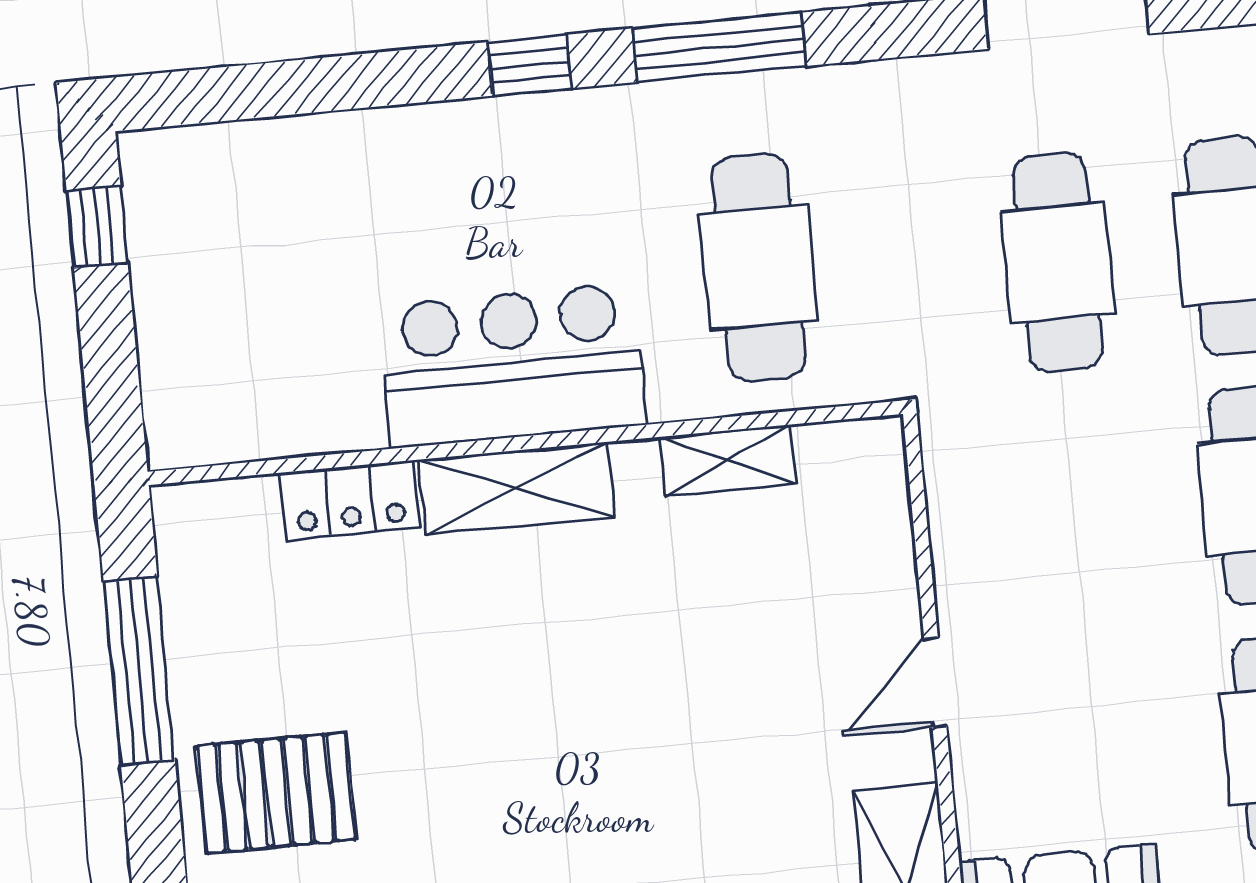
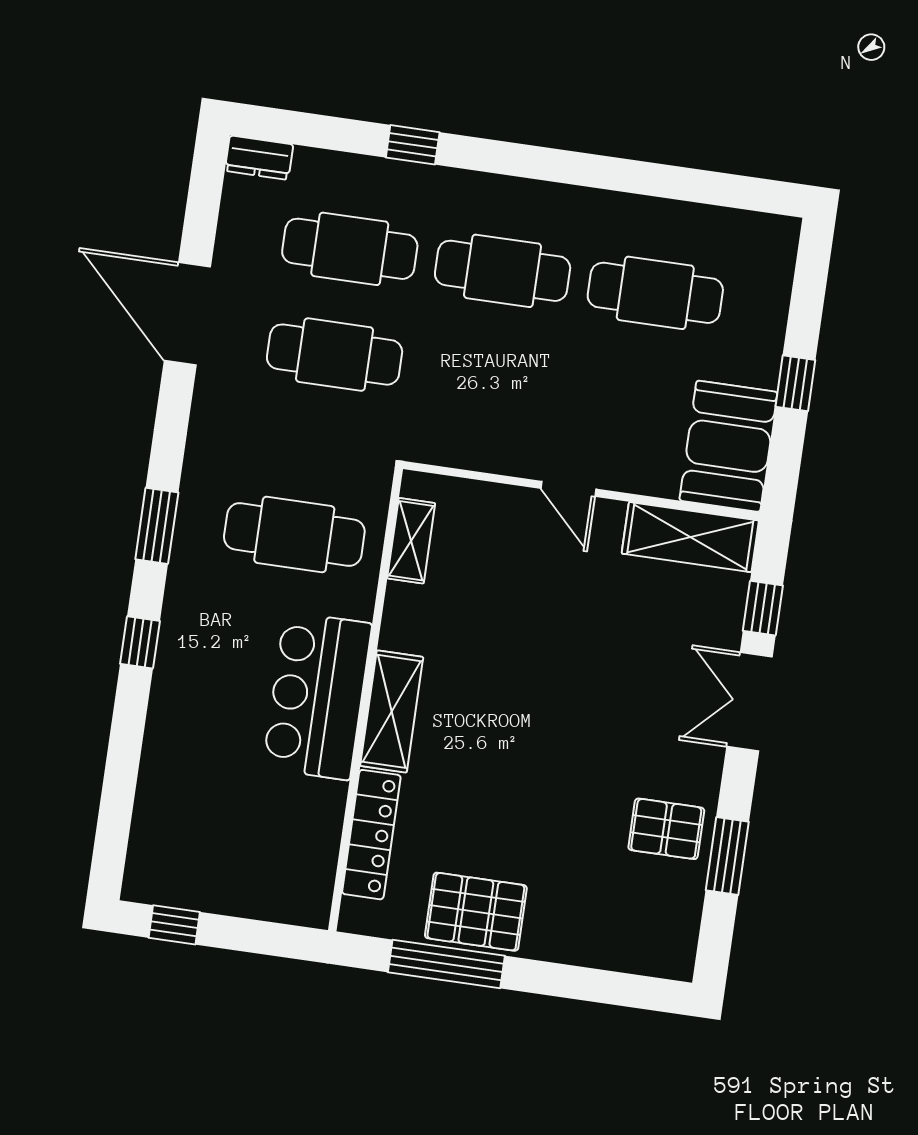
window: (720, 47) -> (157, 526), width x0.69
shelving: (727, 460) -> (411, 541), moved
locker: (350, 500) -> (371, 835), width x1.53
pallet: (276, 793) -> (476, 912), moved, turned 90

